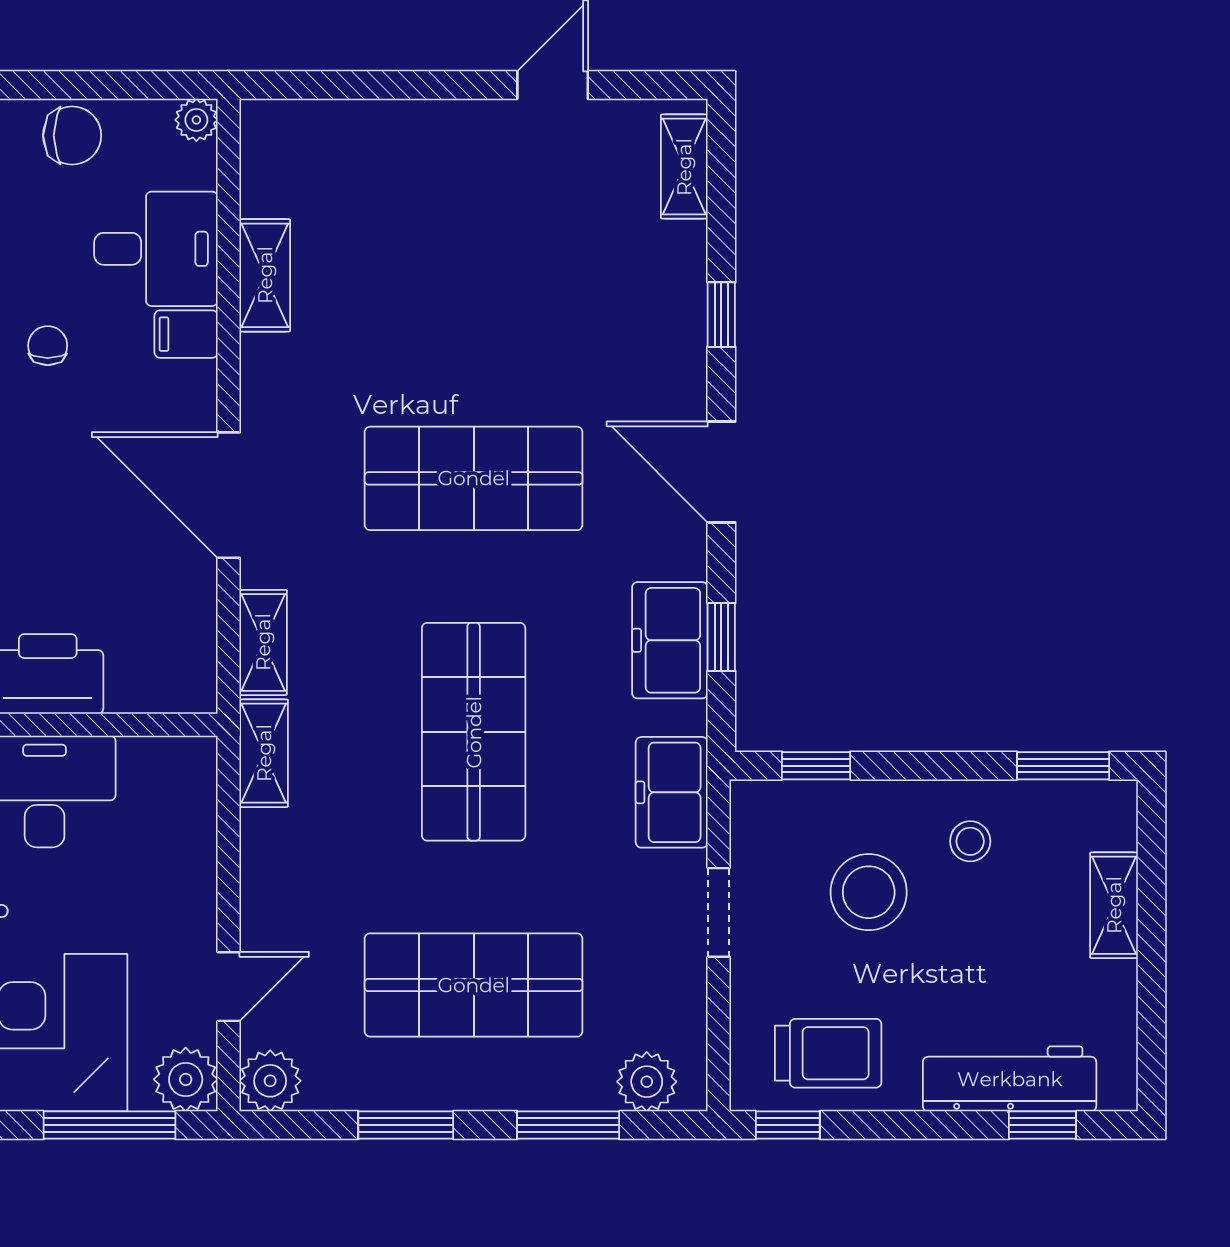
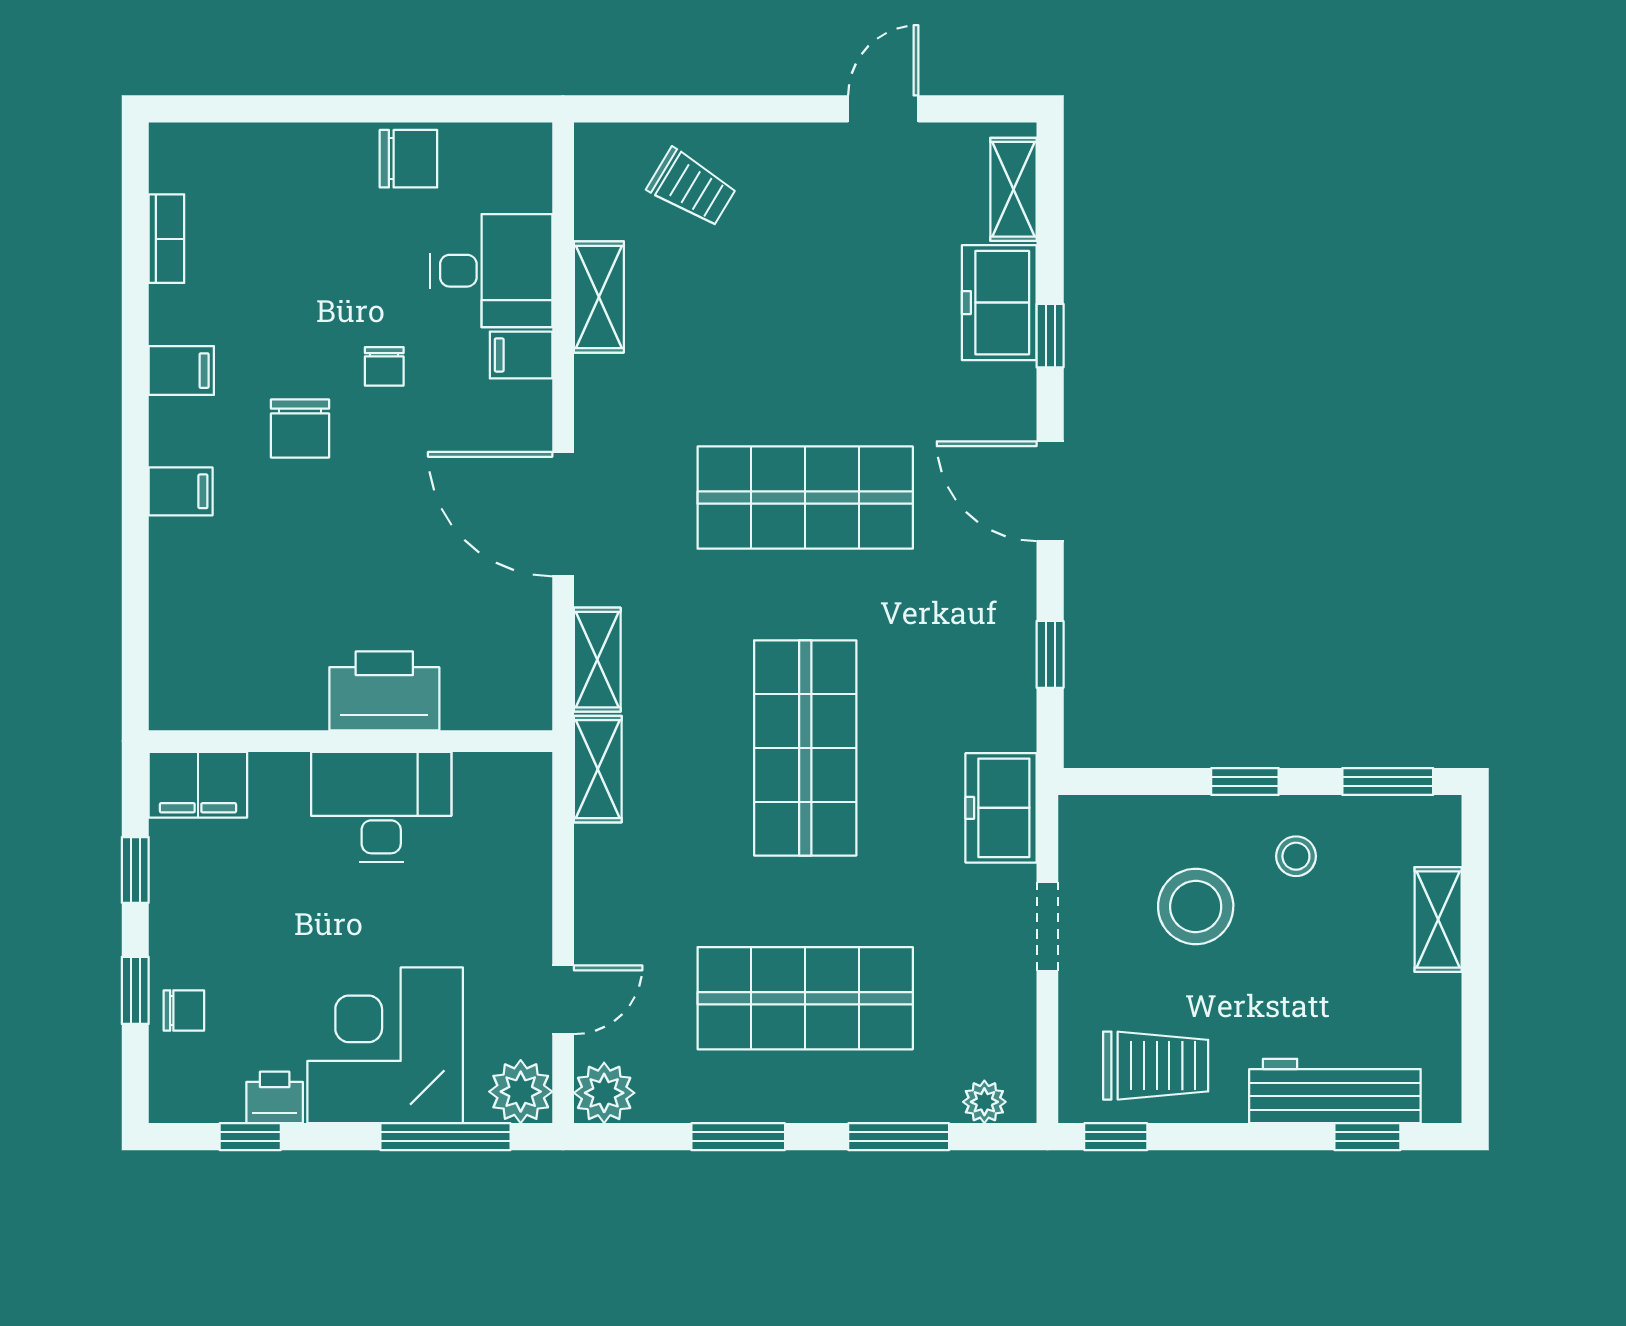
plant: (196, 120) -> (531, 143), removed
trolley: (359, 165) -> (692, 188), added
chair: (48, 346) -> (384, 366), turned 180
freezer: (670, 640) -> (999, 303), moved
window: (816, 766) -> (1245, 782), moved
plant: (647, 1082) -> (984, 1102), width x0.73, depth x0.73

